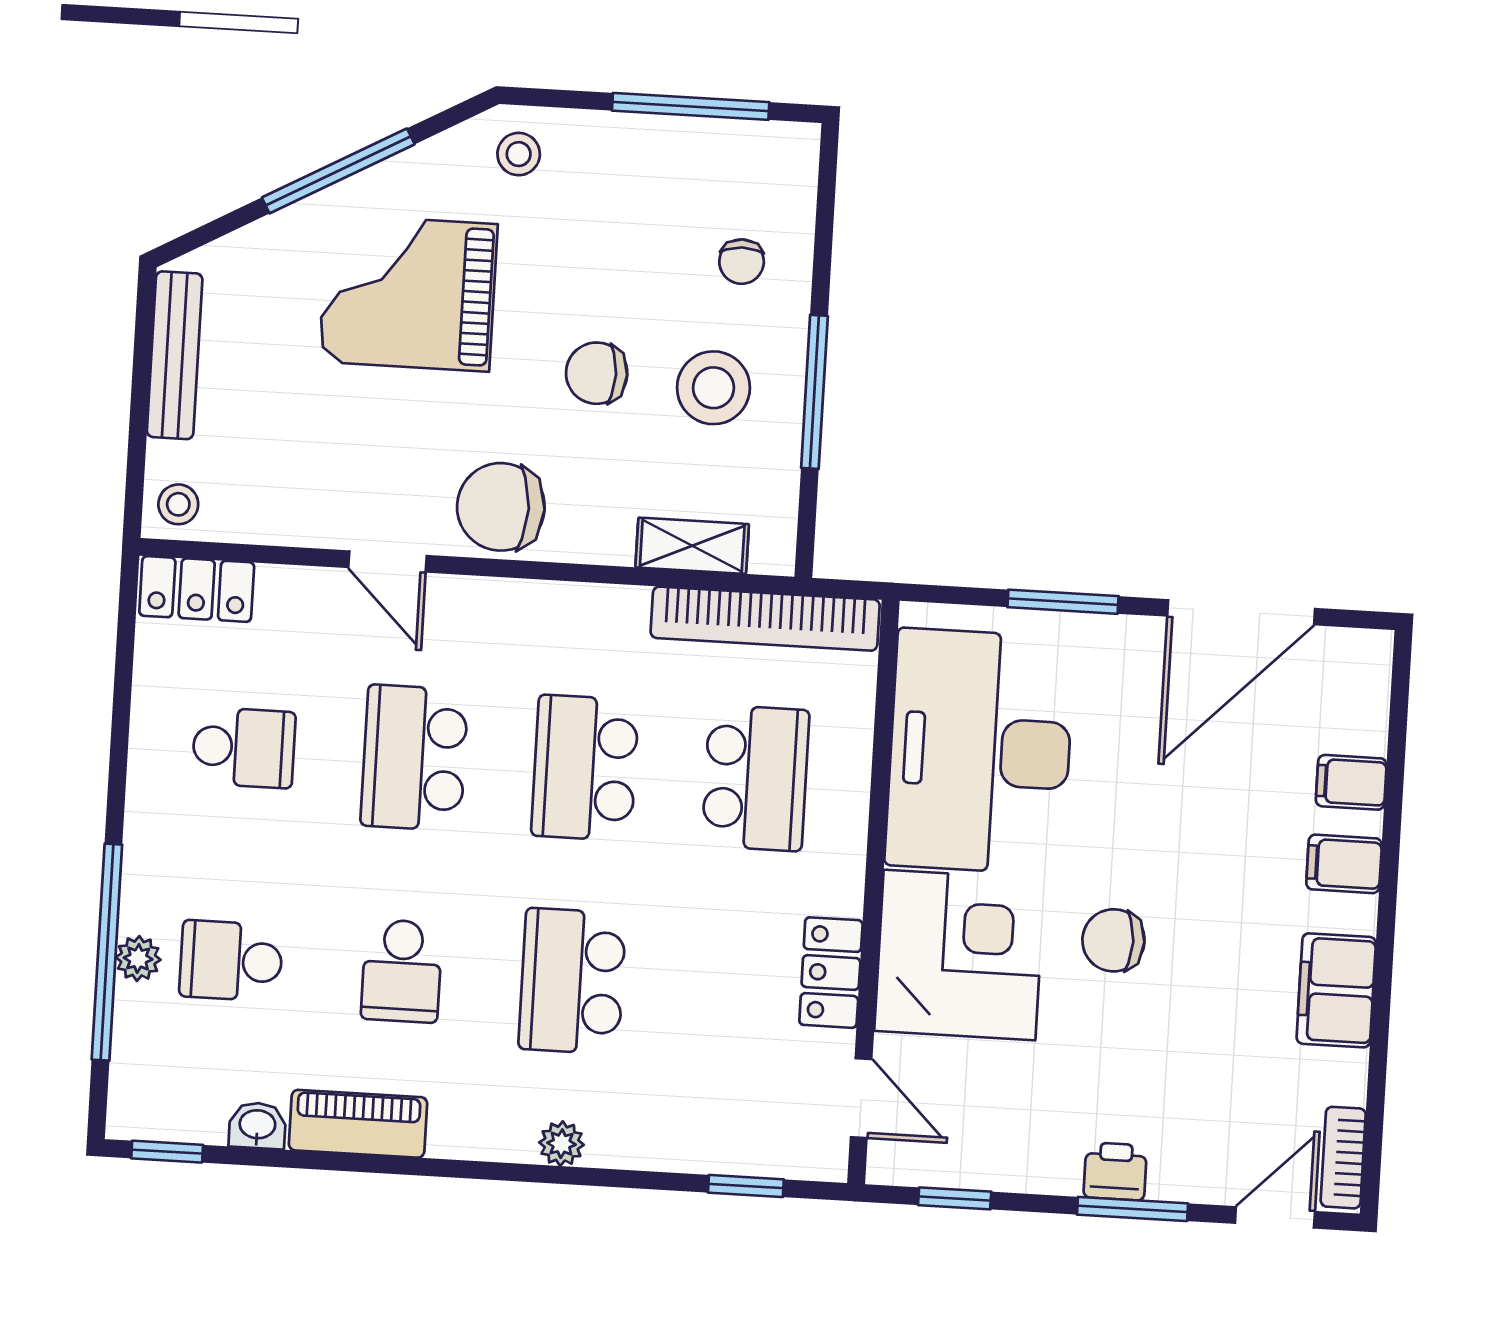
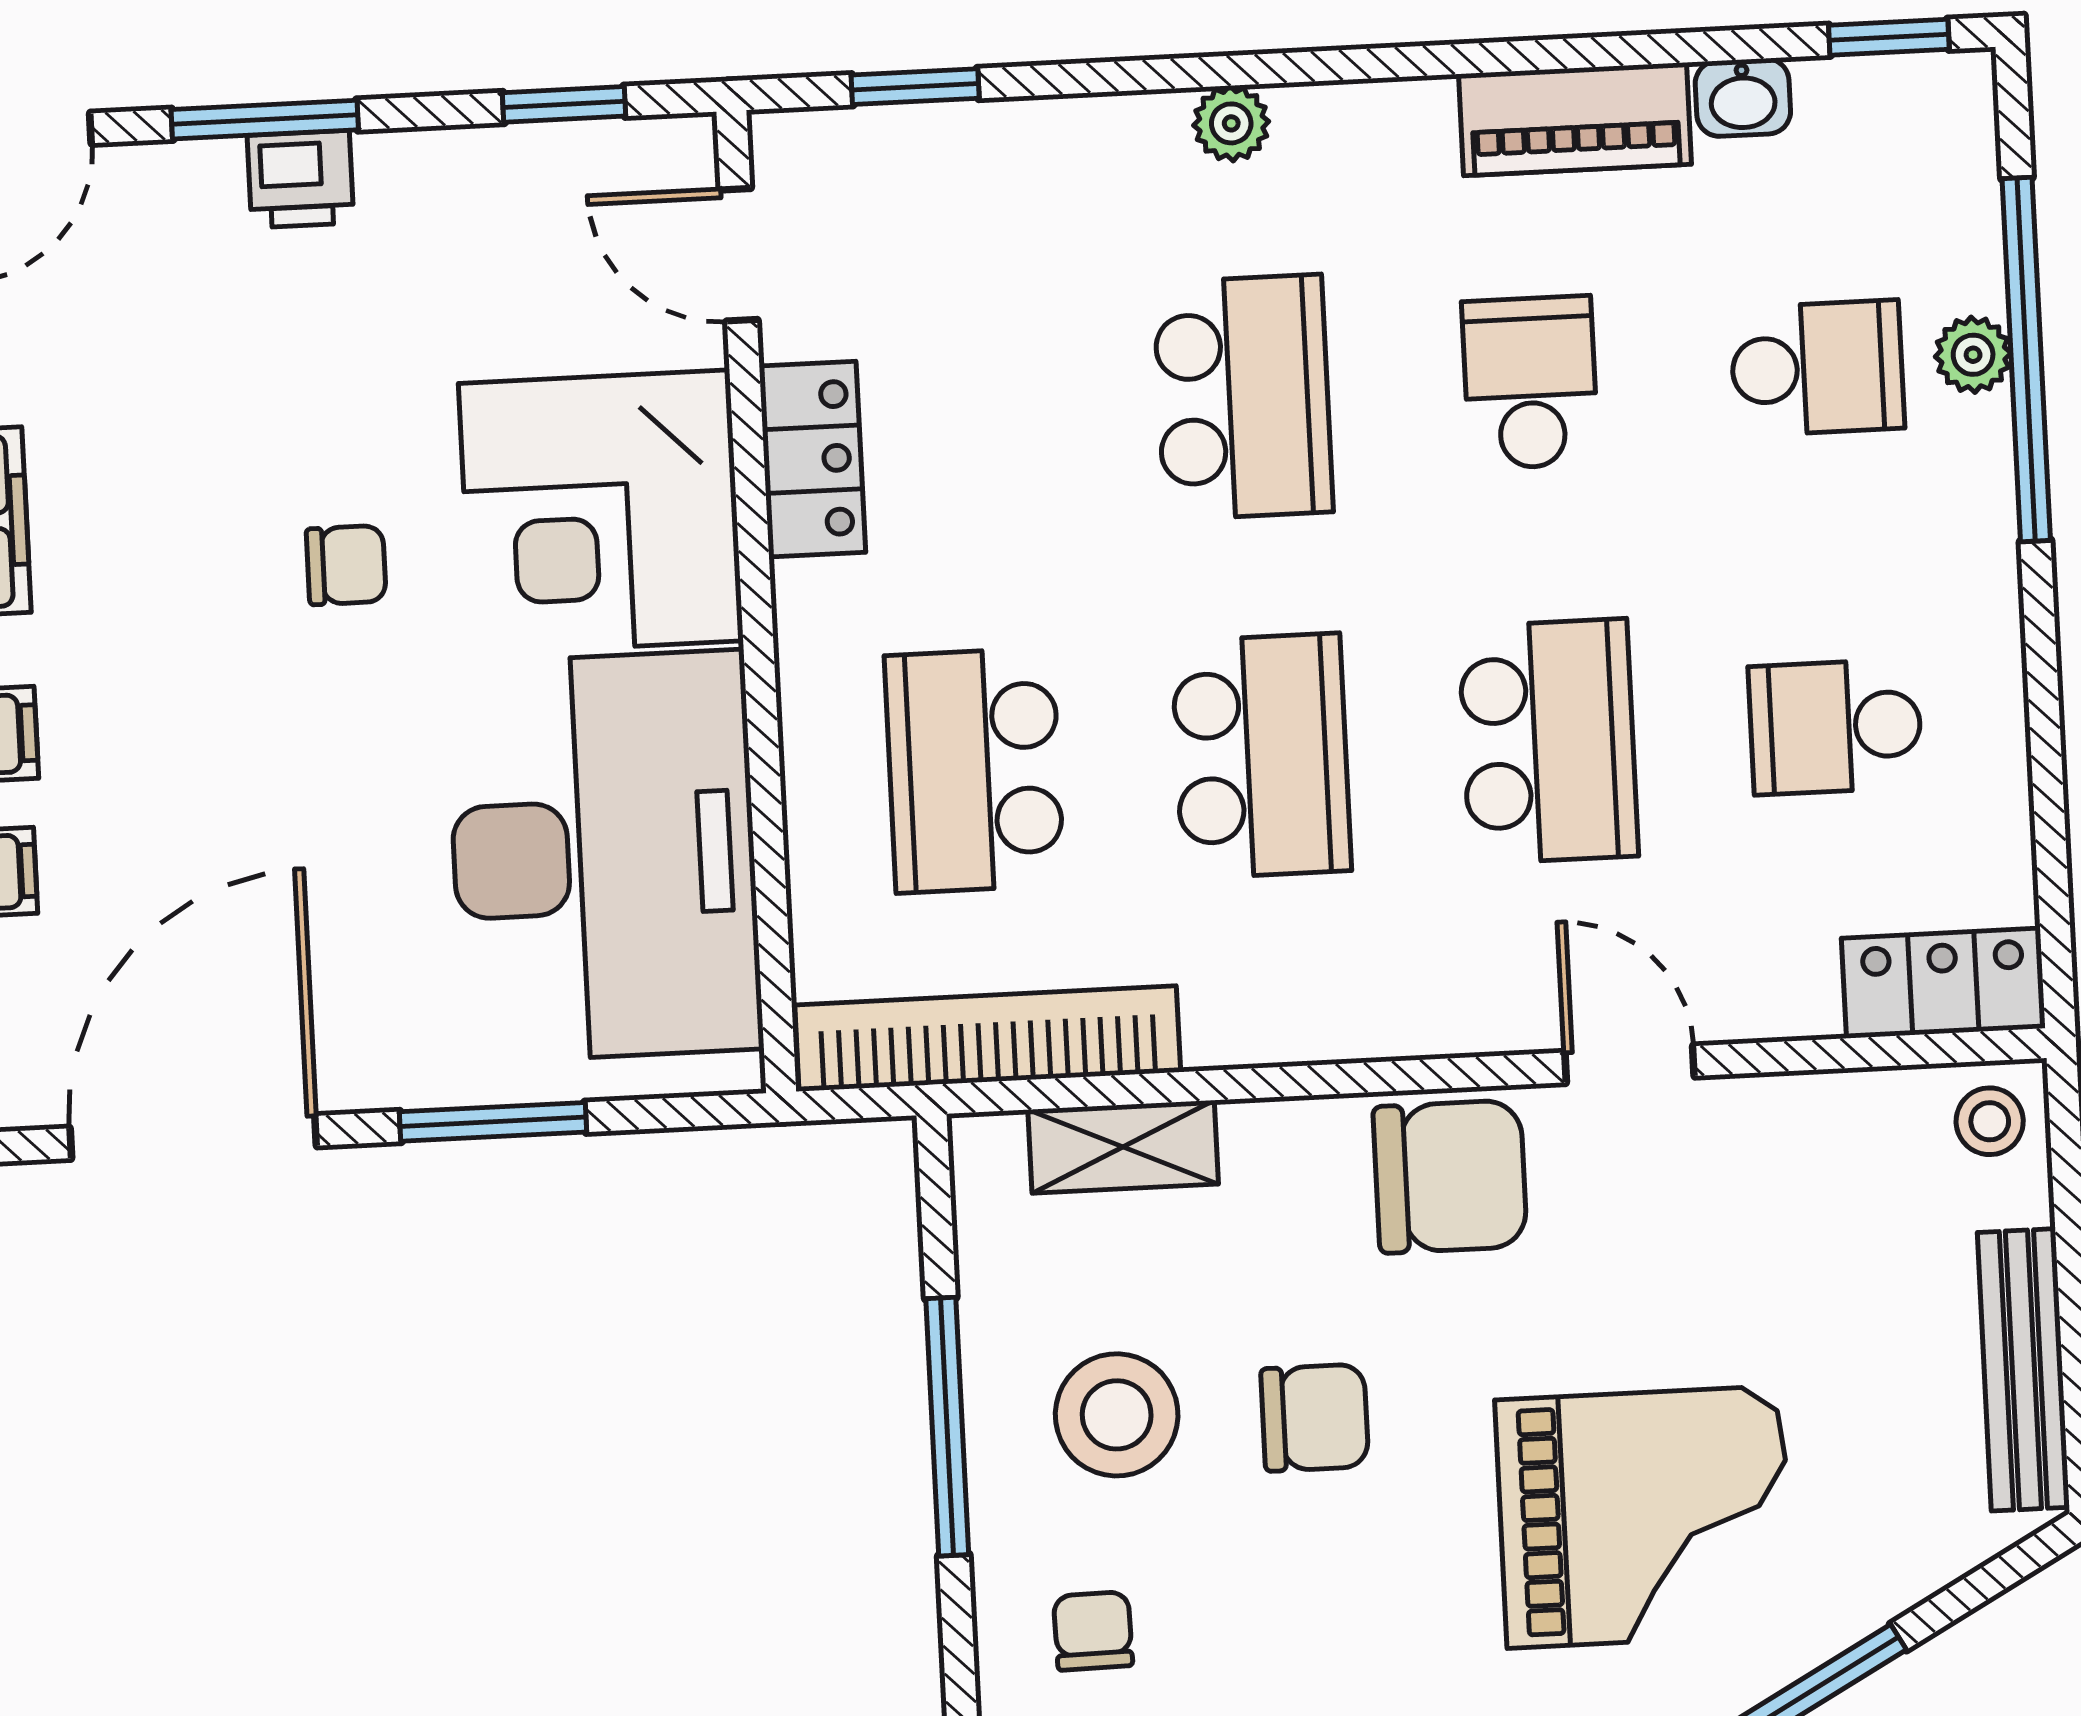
chair: (1113, 940) -> (346, 565), width x0.73, depth x0.73

